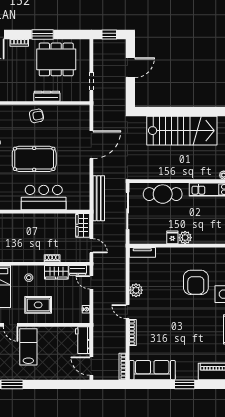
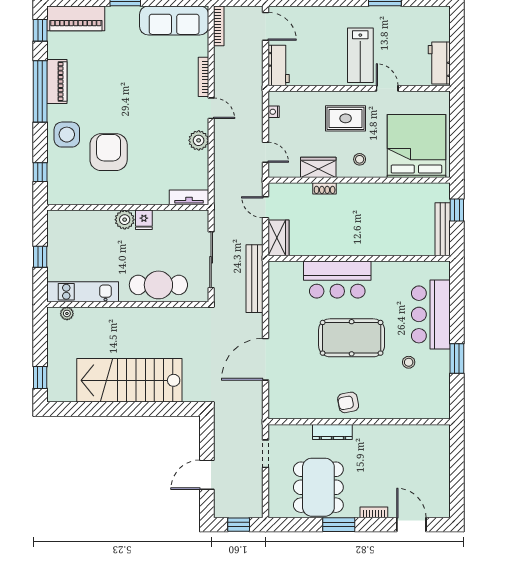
dining table: (56, 59) -> (318, 487), turned 90
dresser: (78, 270) -> (286, 170), removed

